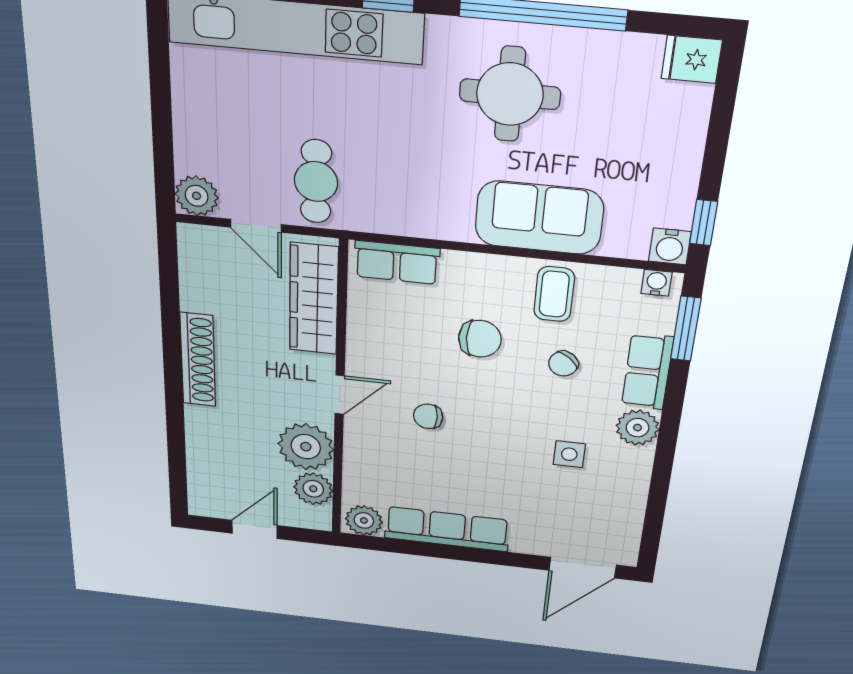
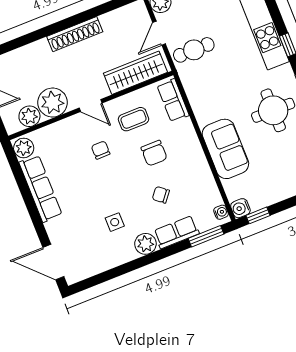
coffee table: (554, 294) -> (133, 119), moved

